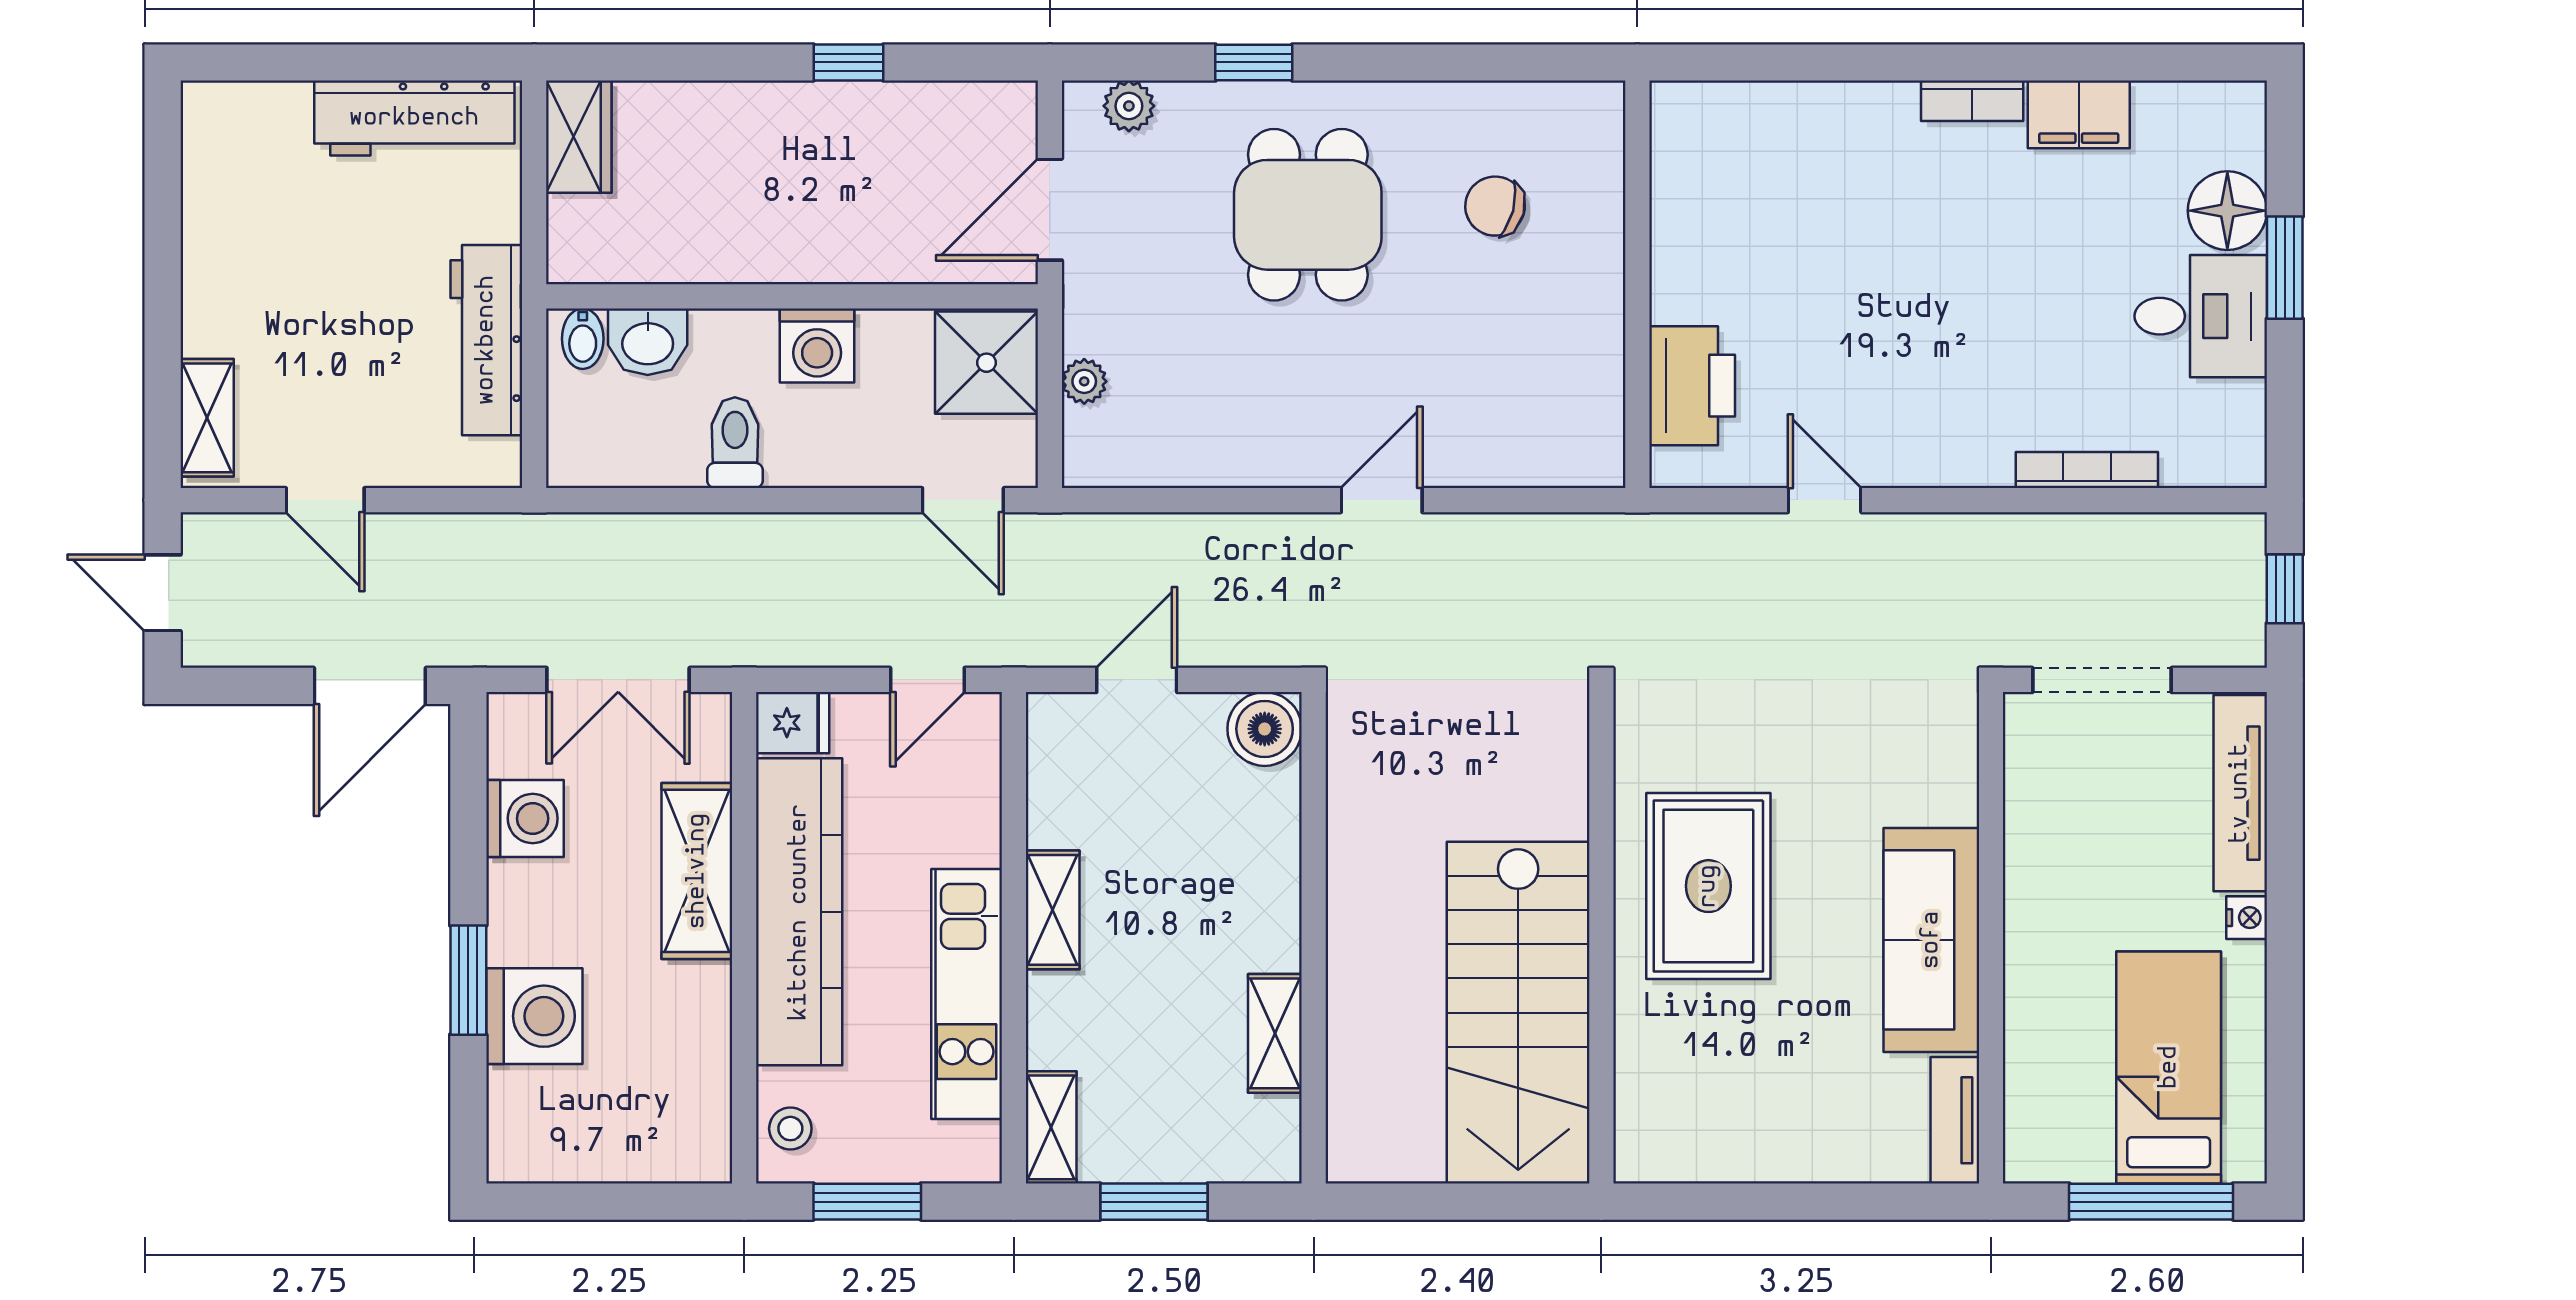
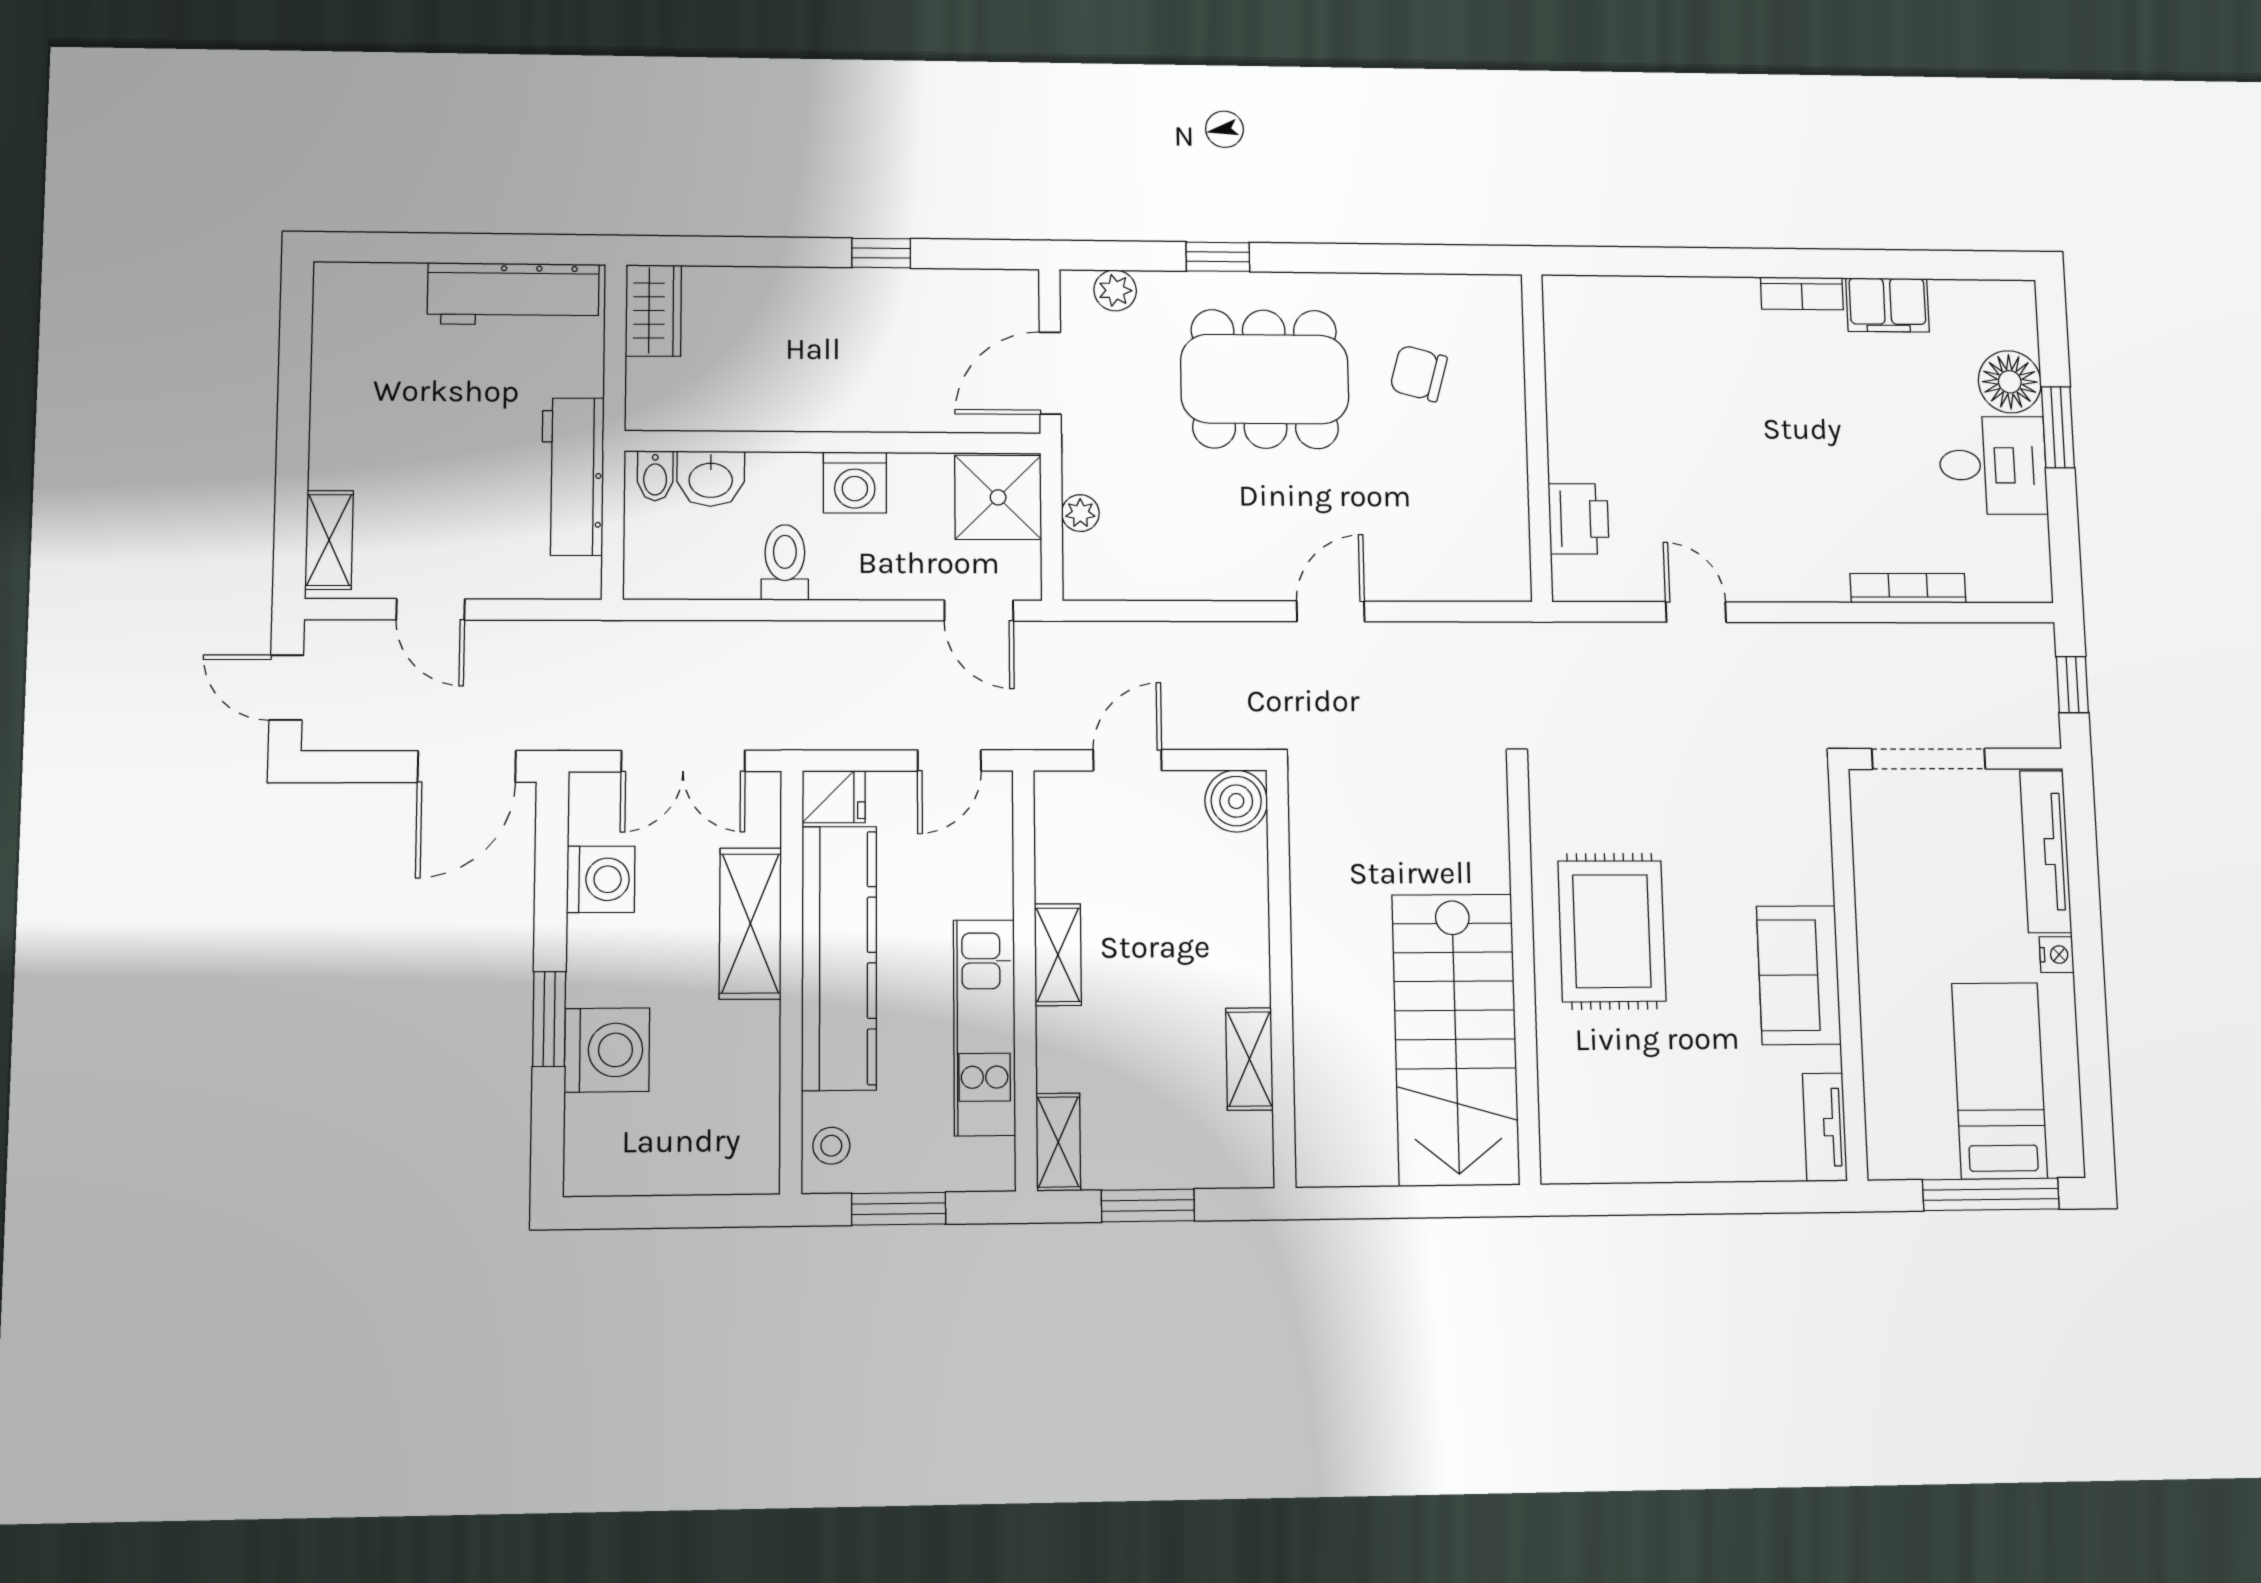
dining table: (1308, 215) -> (1265, 379), width x1.37
printer: (1692, 386) -> (1579, 519), width x0.73, depth x0.84
sofa: (1931, 940) -> (1799, 975), width x0.73

